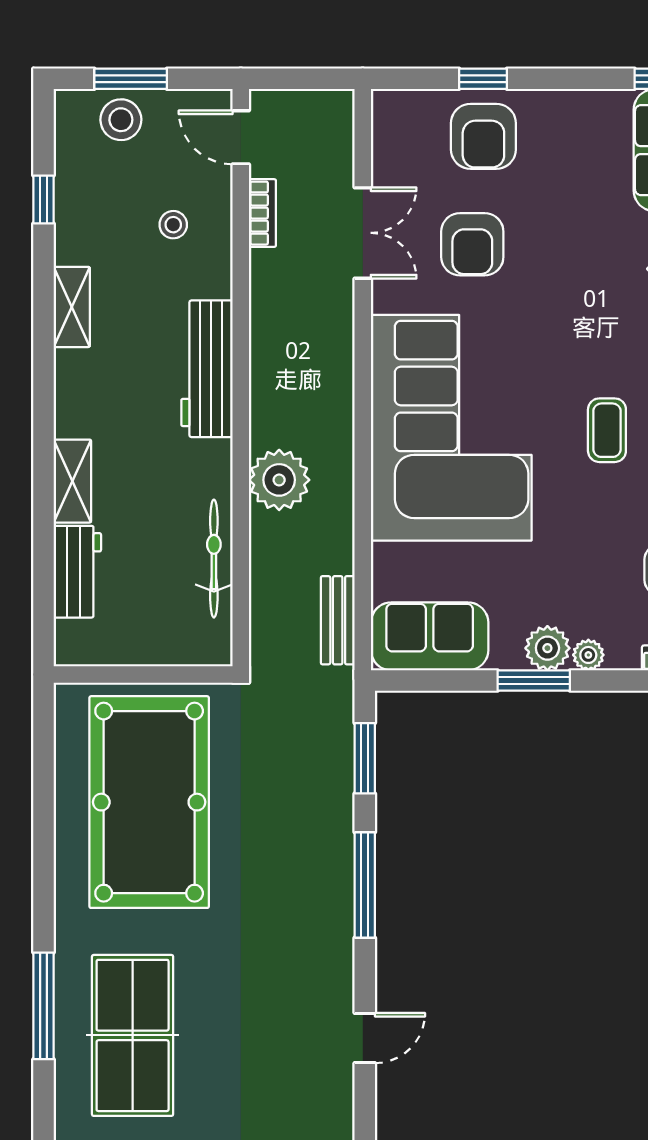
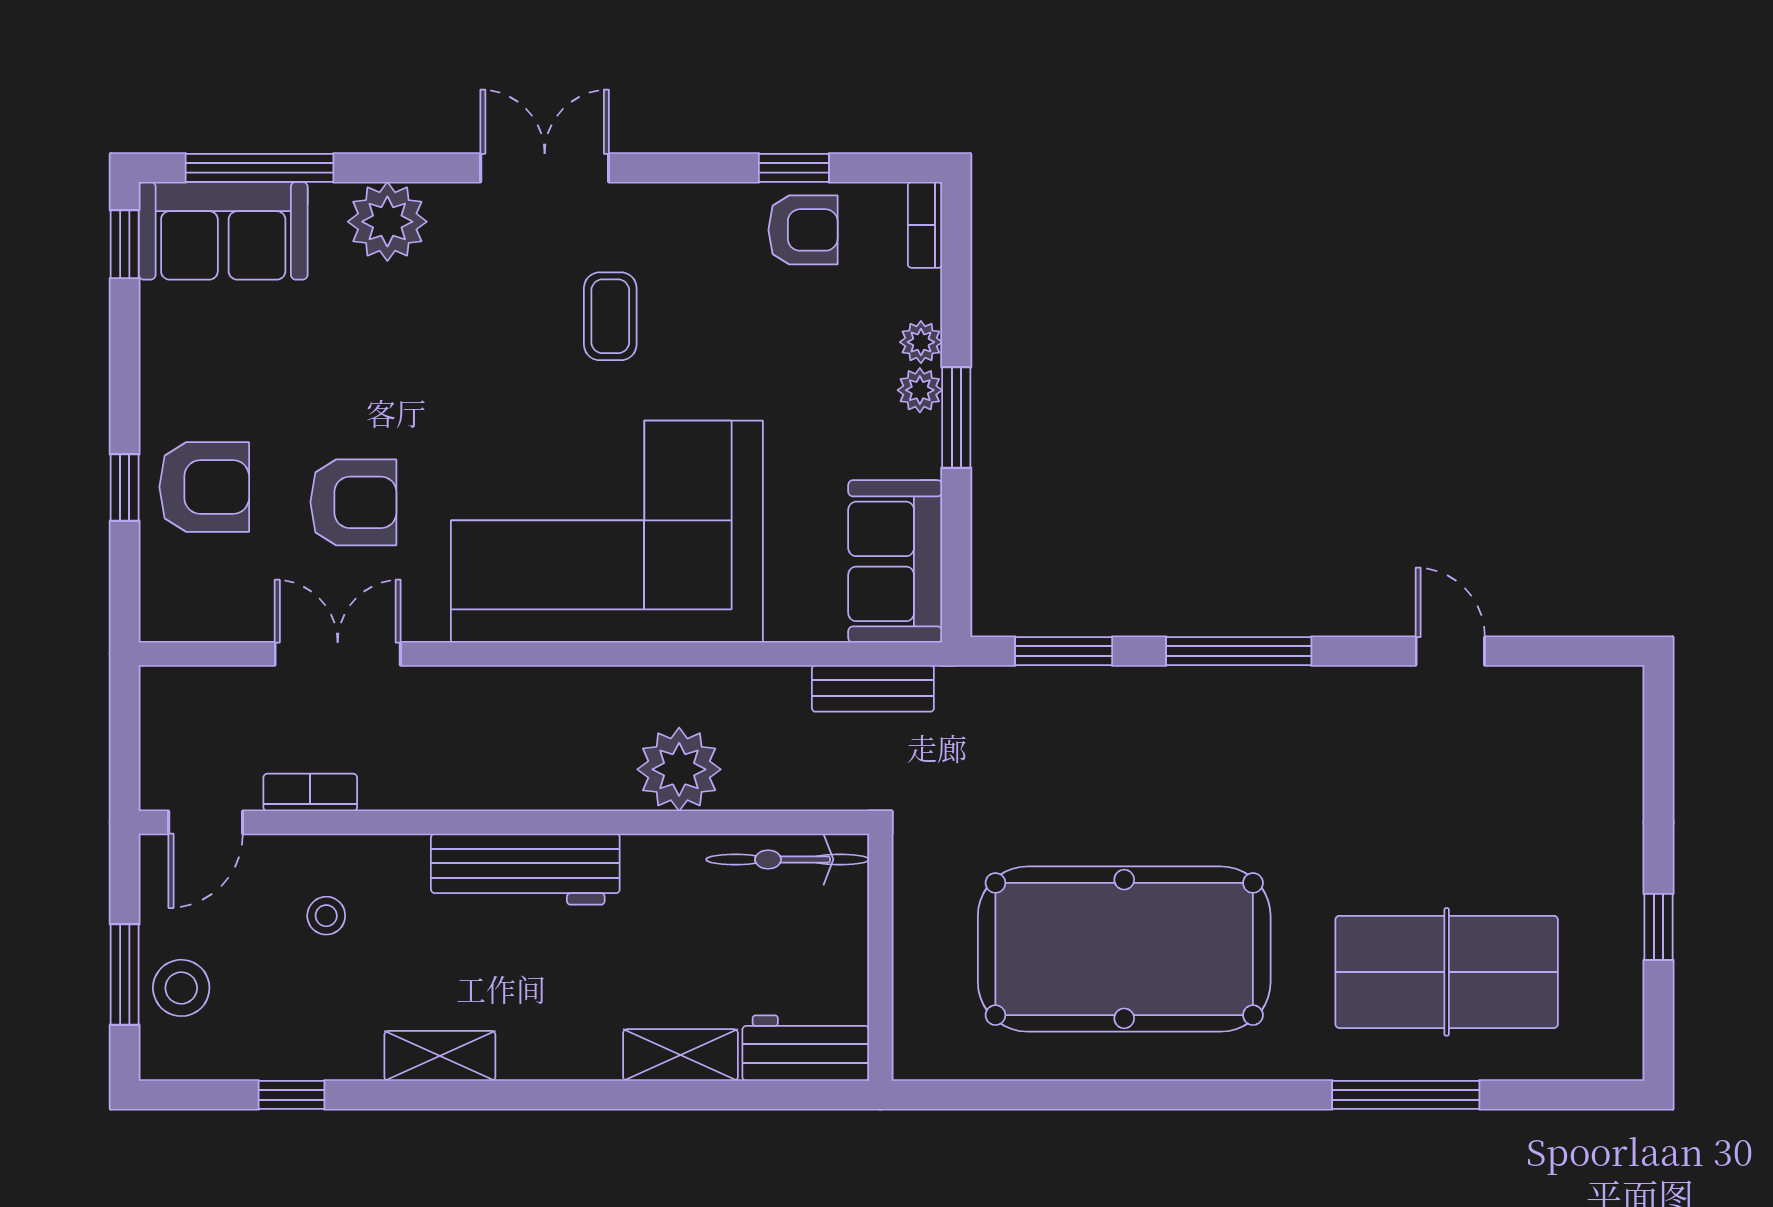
coffee table: (607, 430) -> (610, 316), turned 90
plant: (547, 648) -> (920, 390), width x0.73, depth x0.73
wall: (143, 674) -> (880, 957), moved

